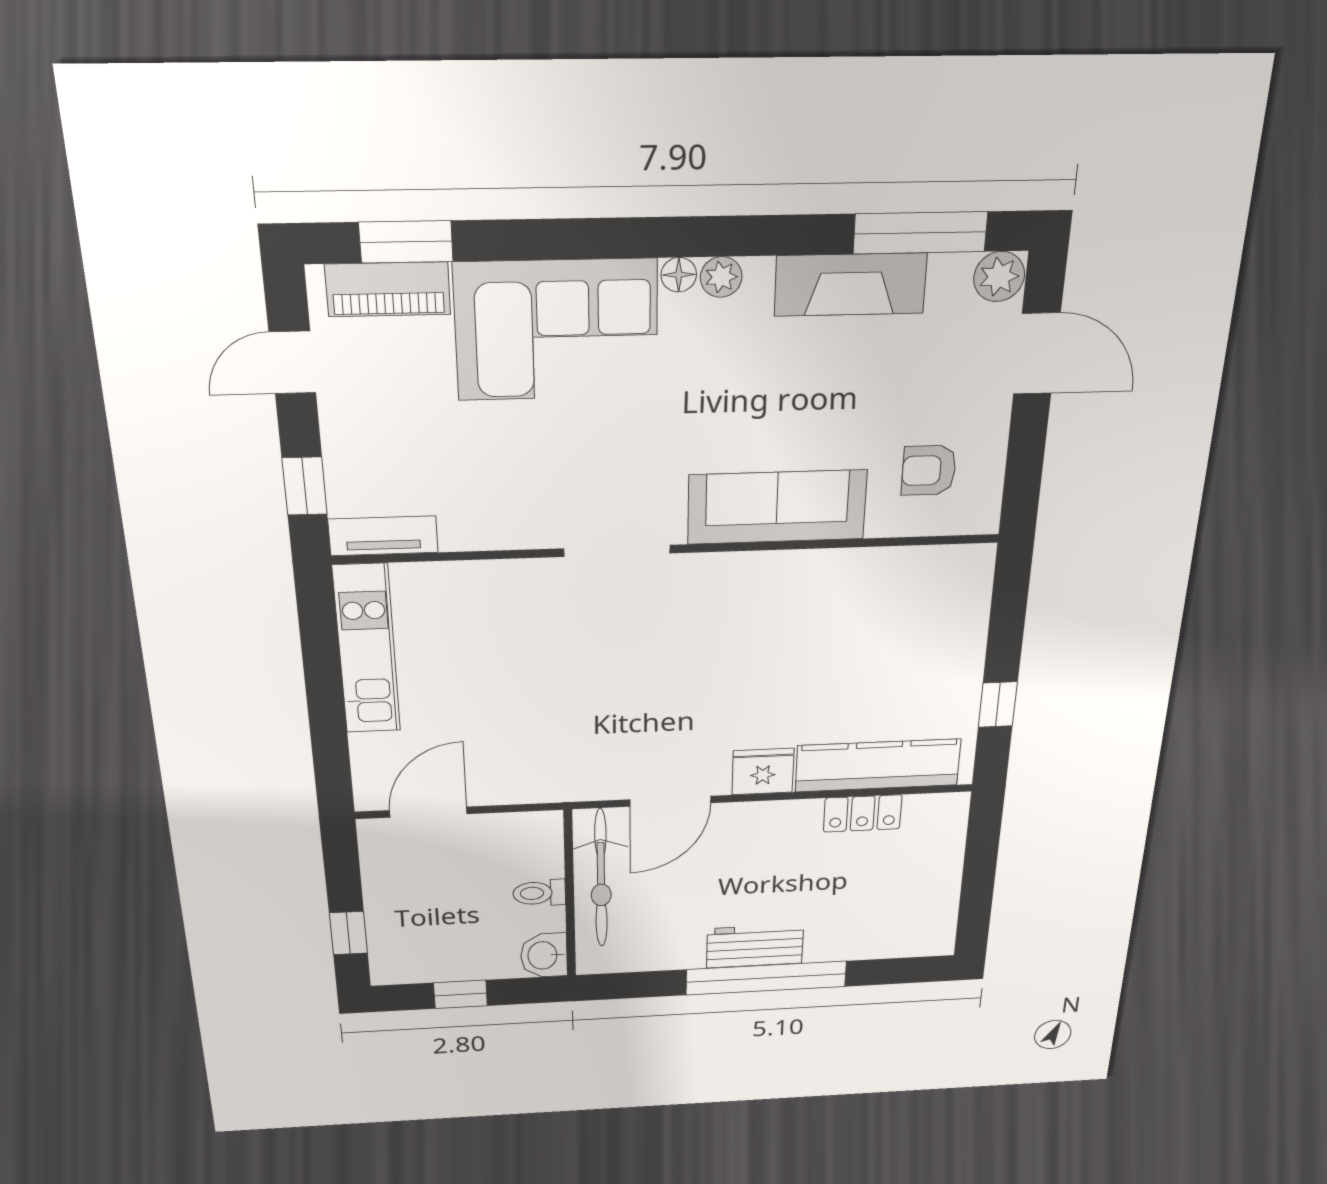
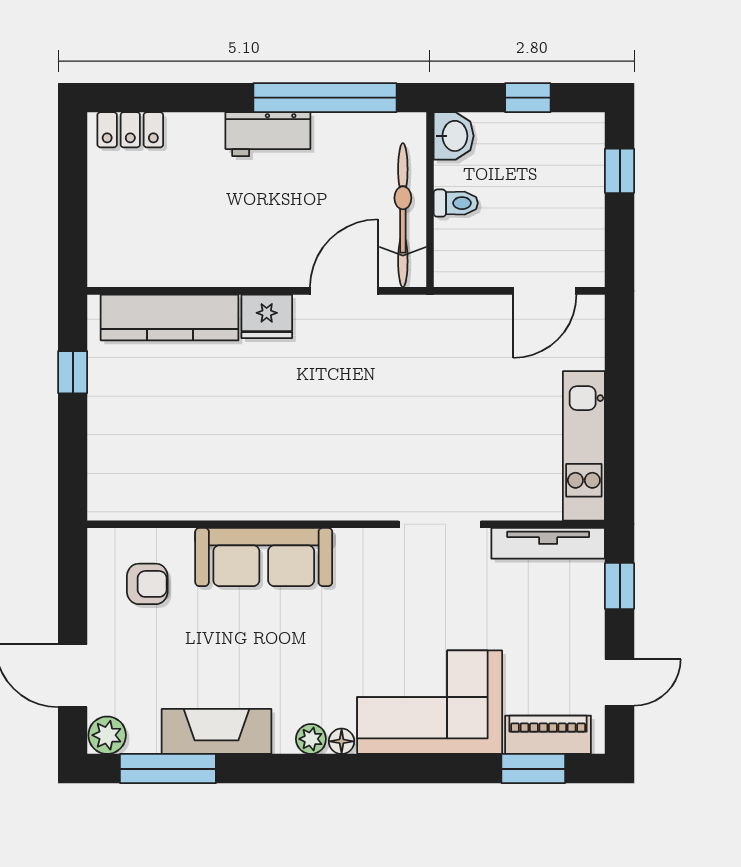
tv unit: (383, 536) -> (548, 543), width x1.41
doorway: (617, 551) -> (440, 524), moved
locker: (863, 813) -> (130, 130), moved, turned 180
window: (766, 978) -> (325, 98), moved

